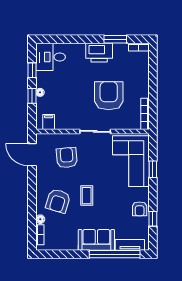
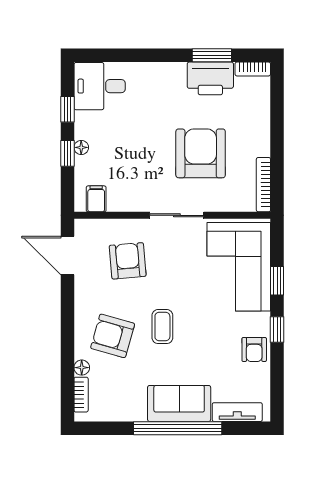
printer: (99, 53) -> (210, 78), moved
armchair: (58, 201) -> (113, 336), turned 89
window: (153, 219) -> (277, 330), moved
window: (115, 254) -> (178, 428), moved

